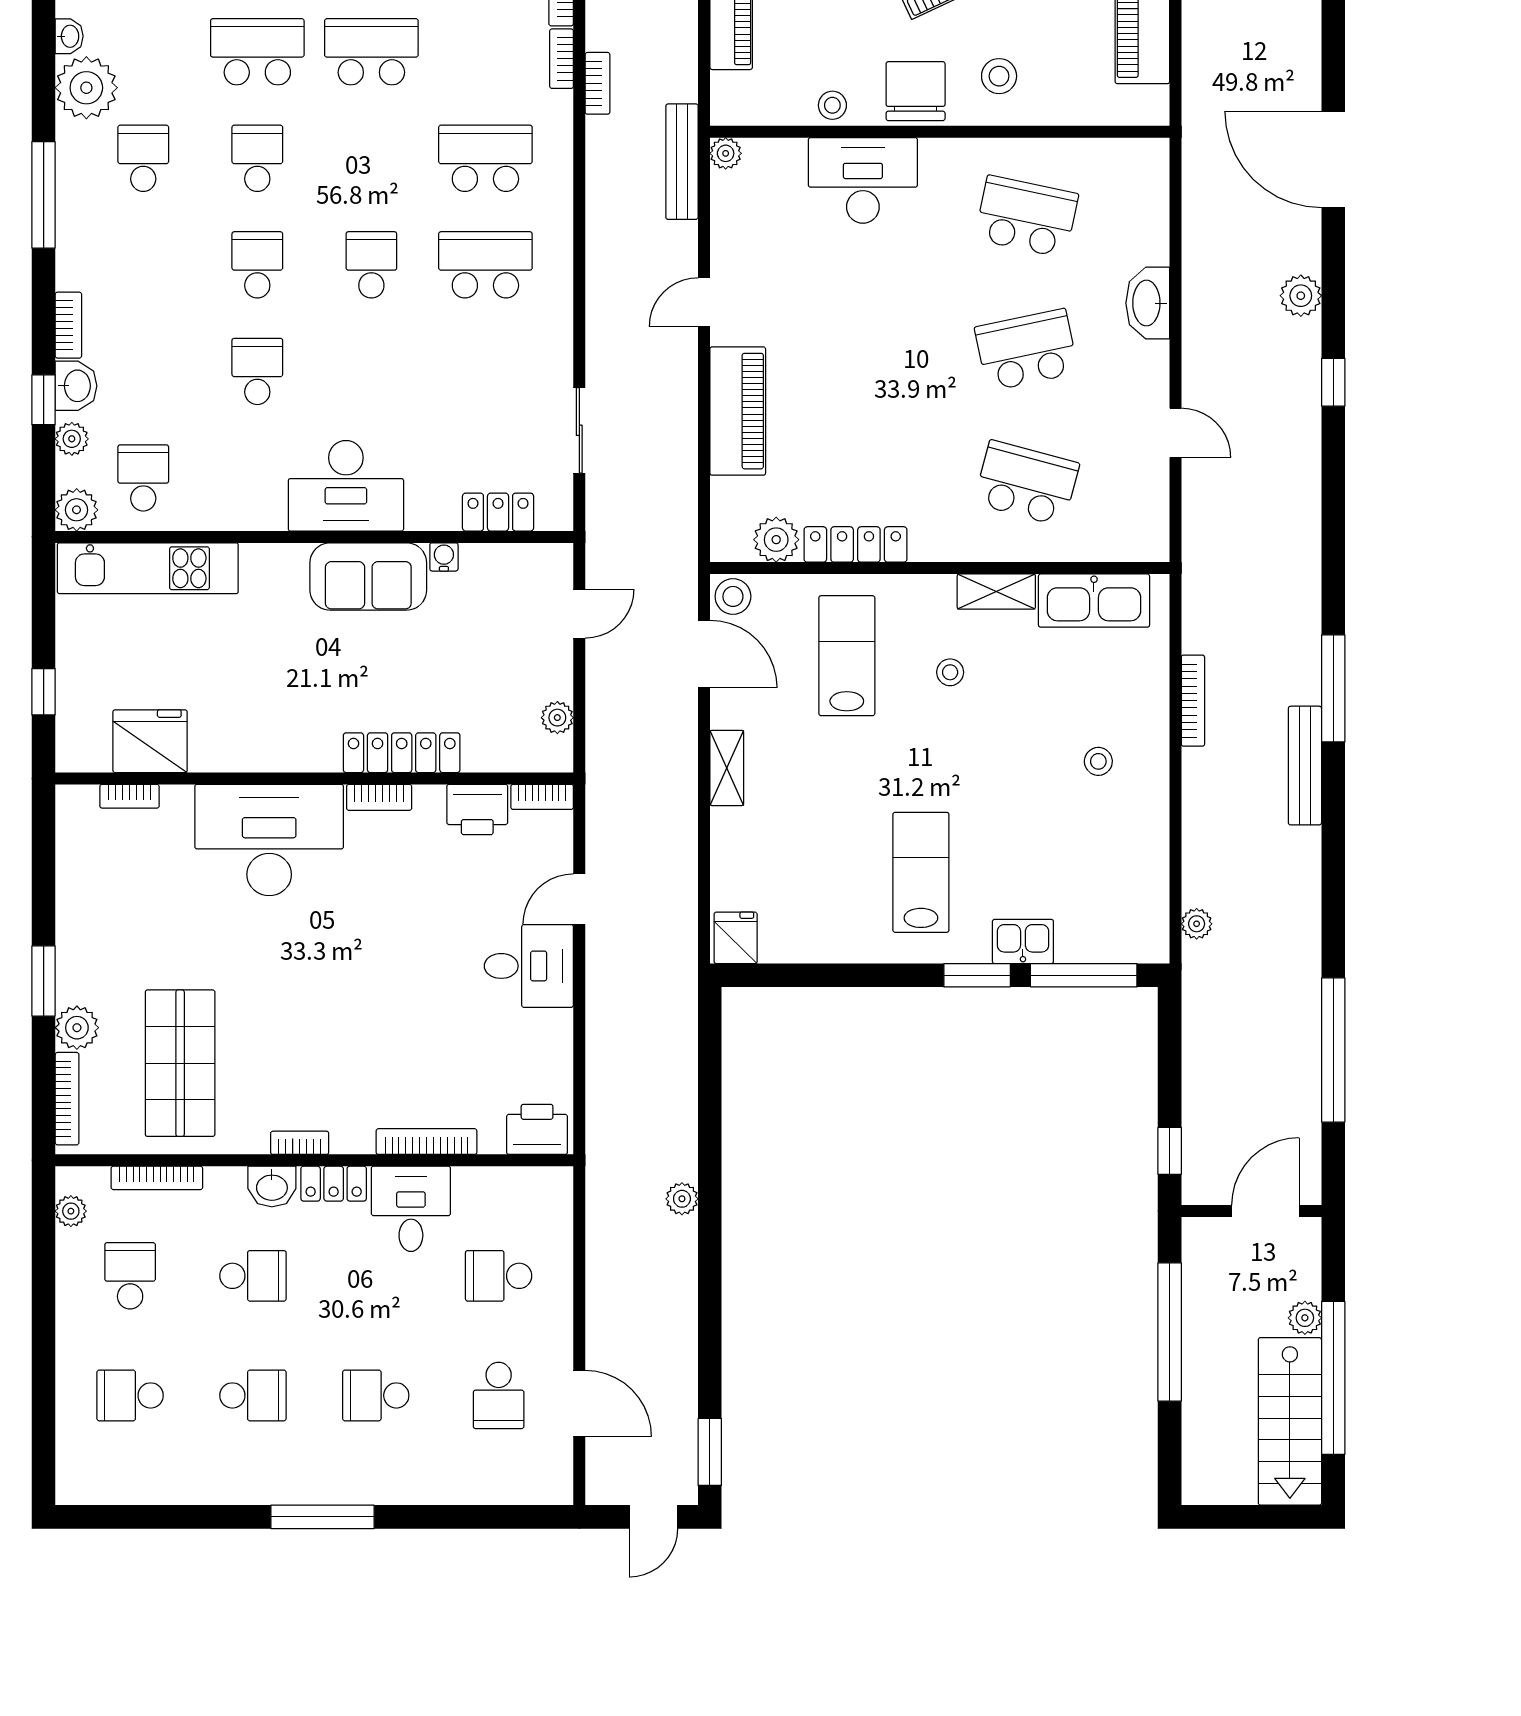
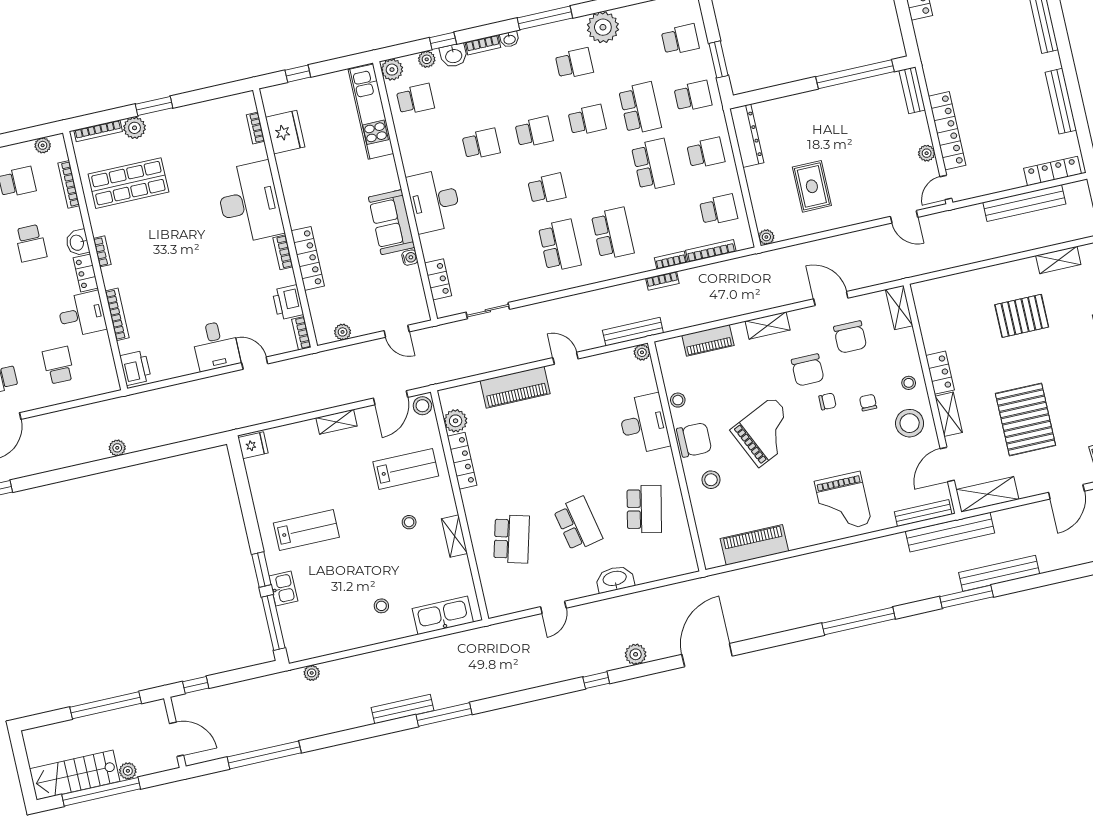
washbasin: (69, 36) -> (509, 39), moved
kitchen sink: (1094, 601) -> (443, 615), moved, turned 90
bookcase: (1193, 701) -> (422, 646), removed

